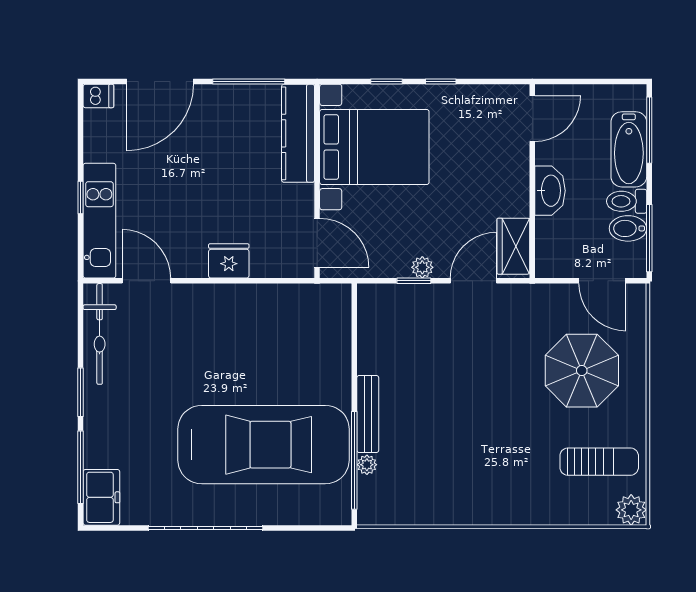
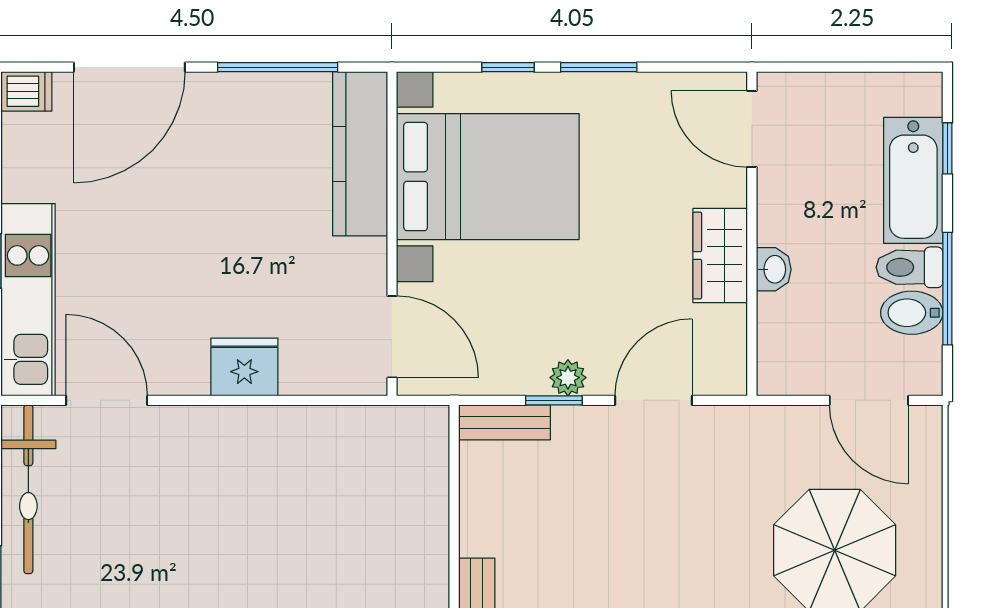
window: (441, 82) -> (599, 67), width x1.50
door: (532, 119) -> (752, 129), swing flipped
window: (649, 130) -> (947, 148), width x0.46
washbasin: (550, 191) -> (774, 269), width x0.52, depth x0.69
window: (649, 238) -> (947, 289), moved
wardrobe: (513, 246) -> (720, 256), moved
bench: (384, 294) -> (505, 422), added

